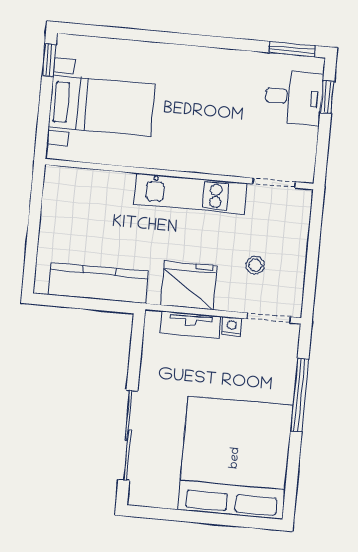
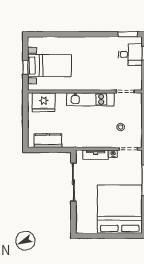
window: (49, 60) -> (25, 67), moved
kitchen counter: (98, 283) -> (48, 141), width x0.67
fridge: (189, 285) -> (44, 102), moved, turned 180
sliding door: (128, 435) -> (73, 182), moved

